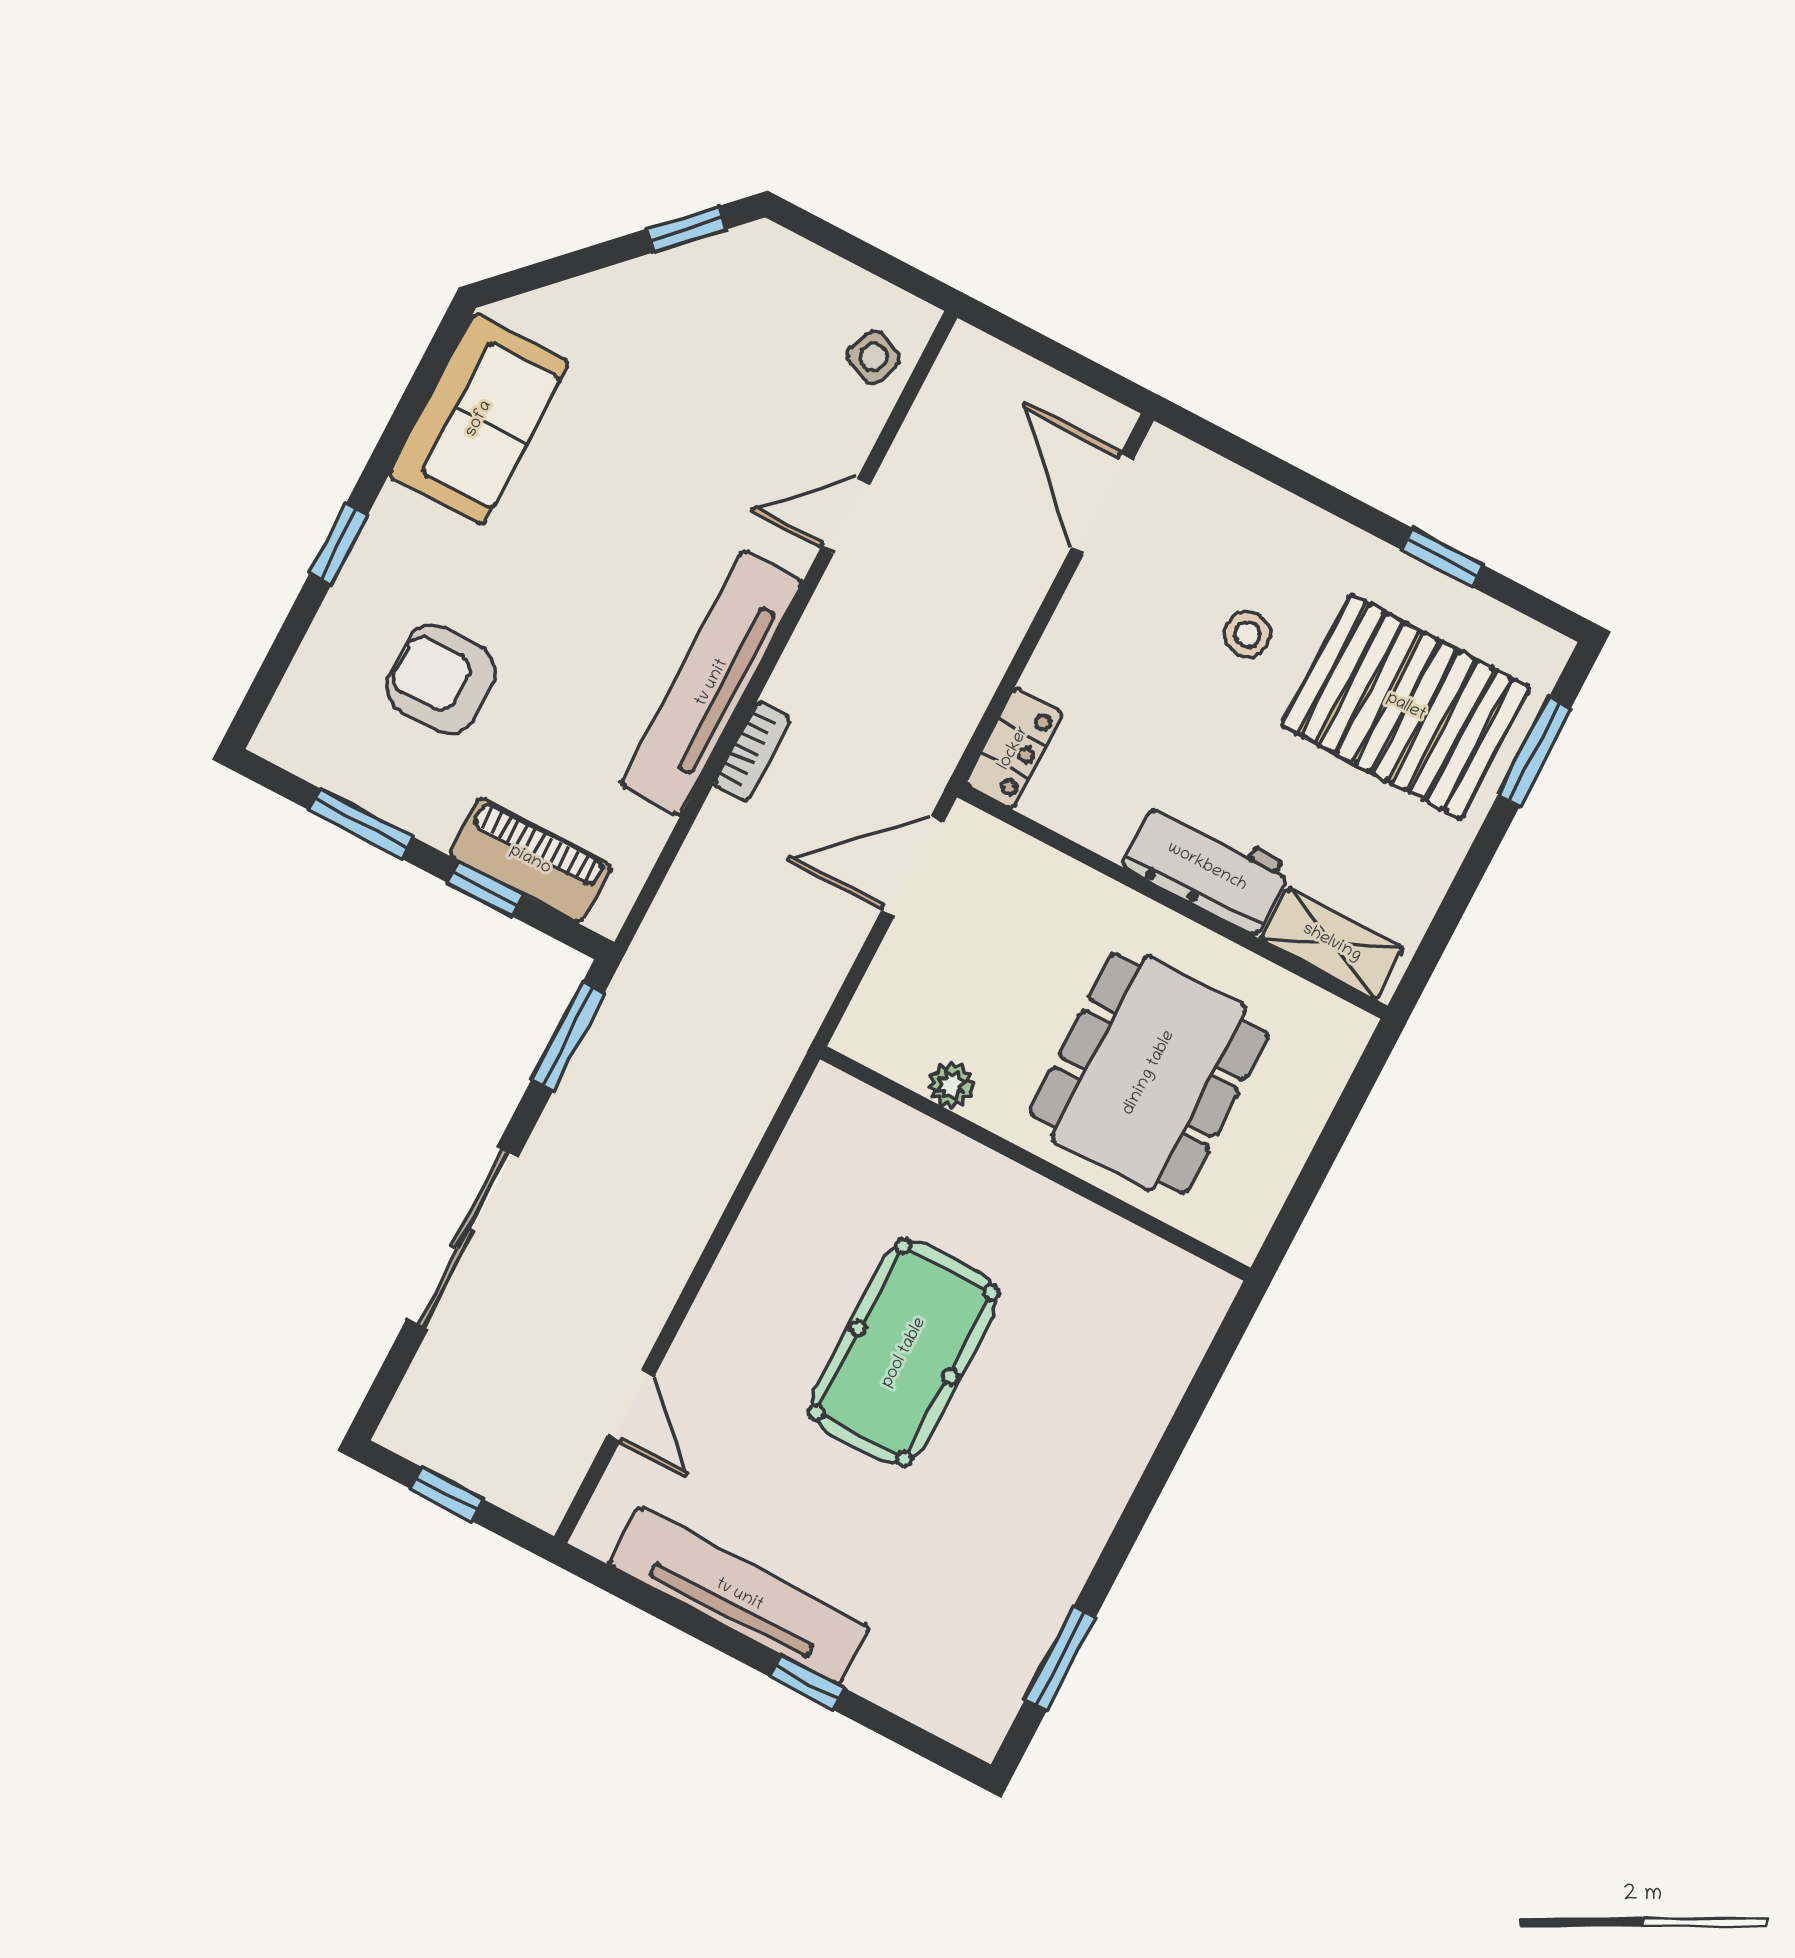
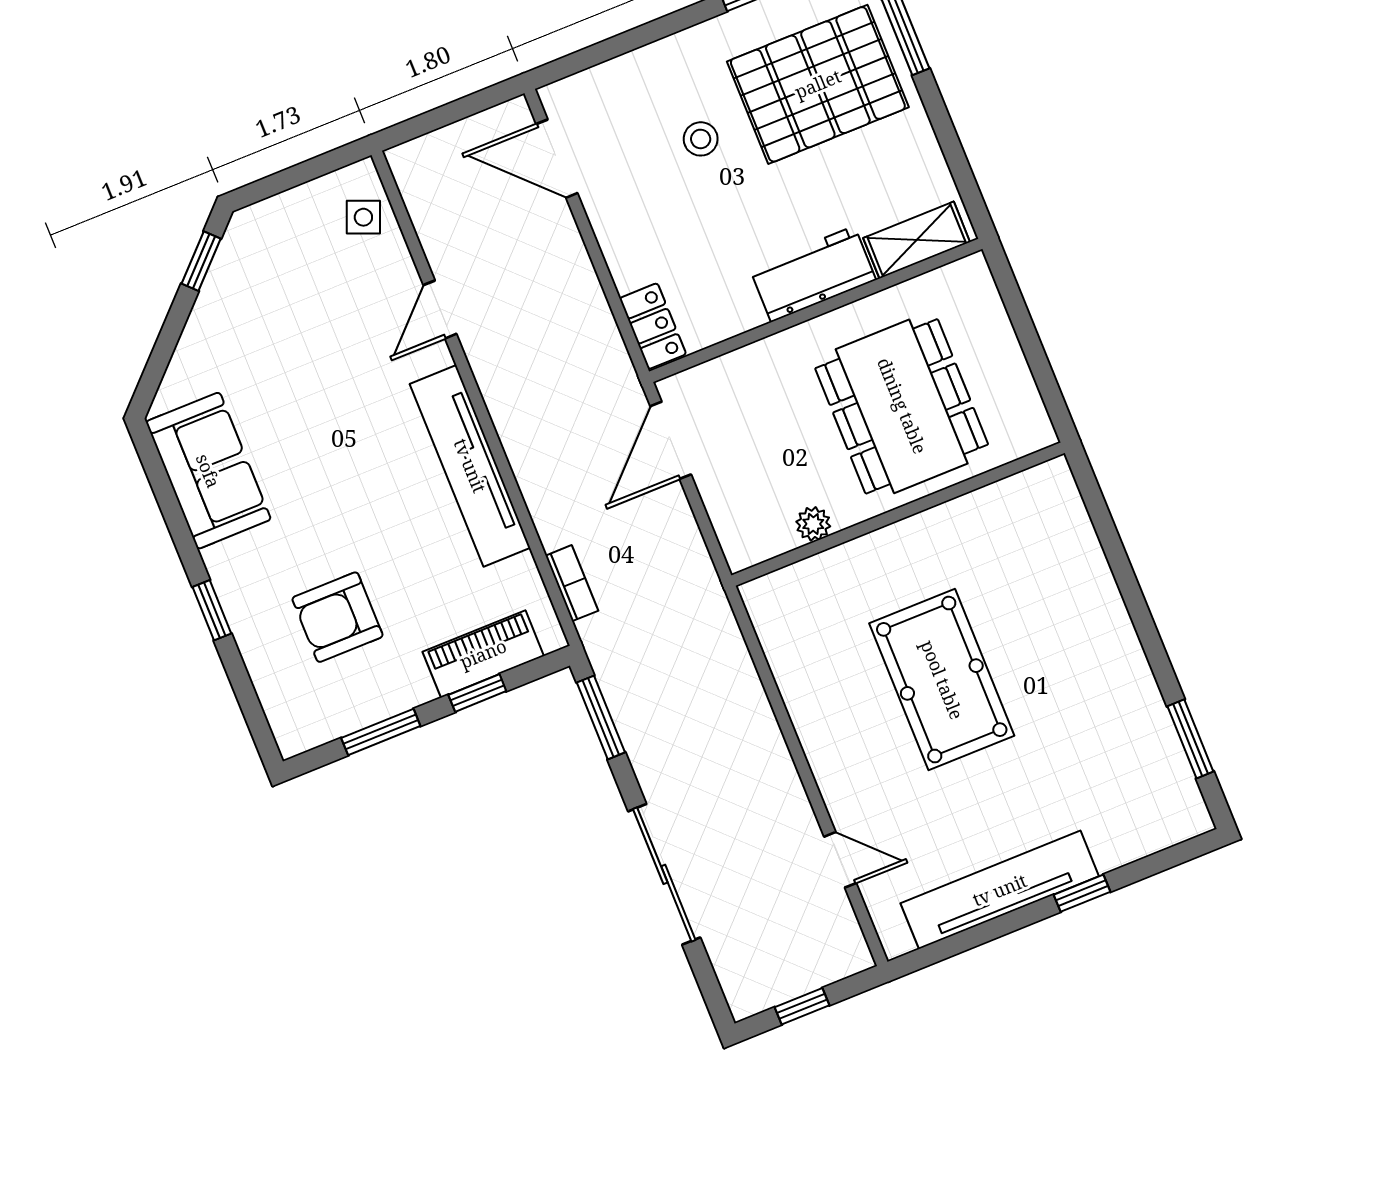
bookcase: (752, 751) -> (572, 583), moved

